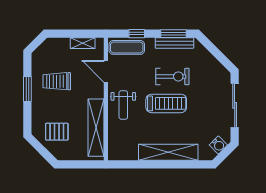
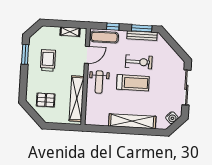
door: (106, 71) -> (87, 55), swing flipped
trolley: (57, 81) -> (48, 60), turned 90
window: (27, 89) -> (25, 54), moved

